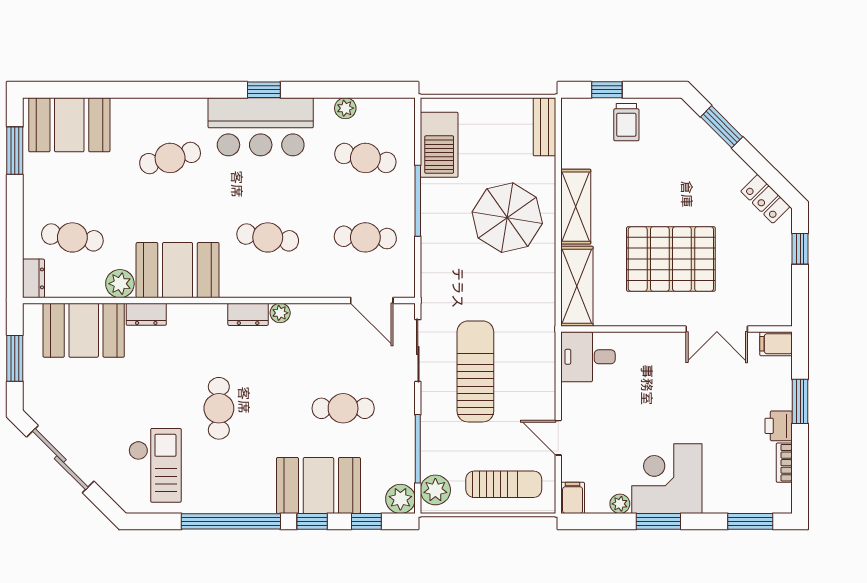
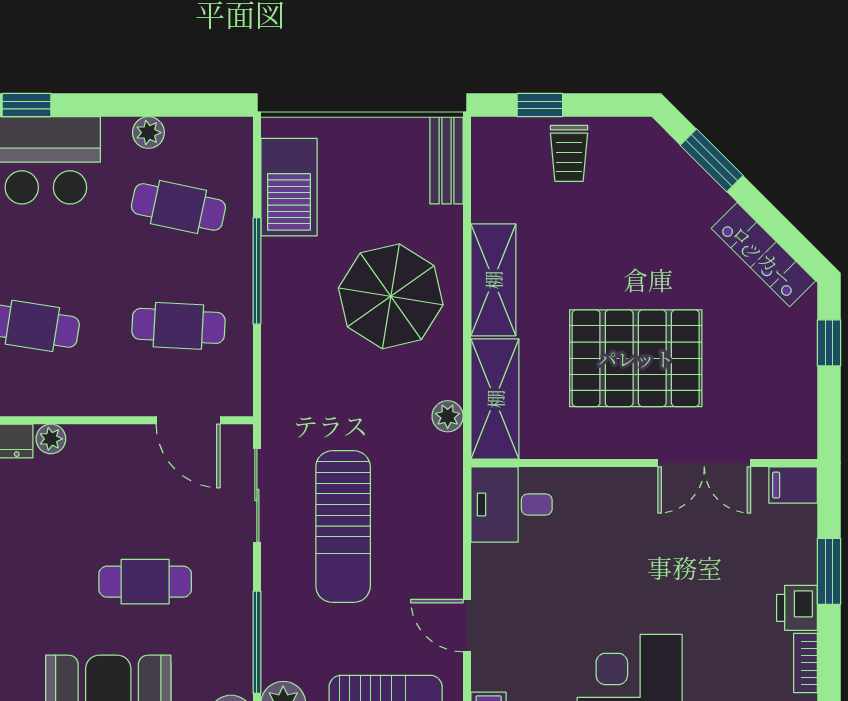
locker: (765, 199) -> (763, 255), width x1.53
plant: (545, 298) -> (448, 416), added
sun lounger: (475, 371) -> (343, 527), turned 180

